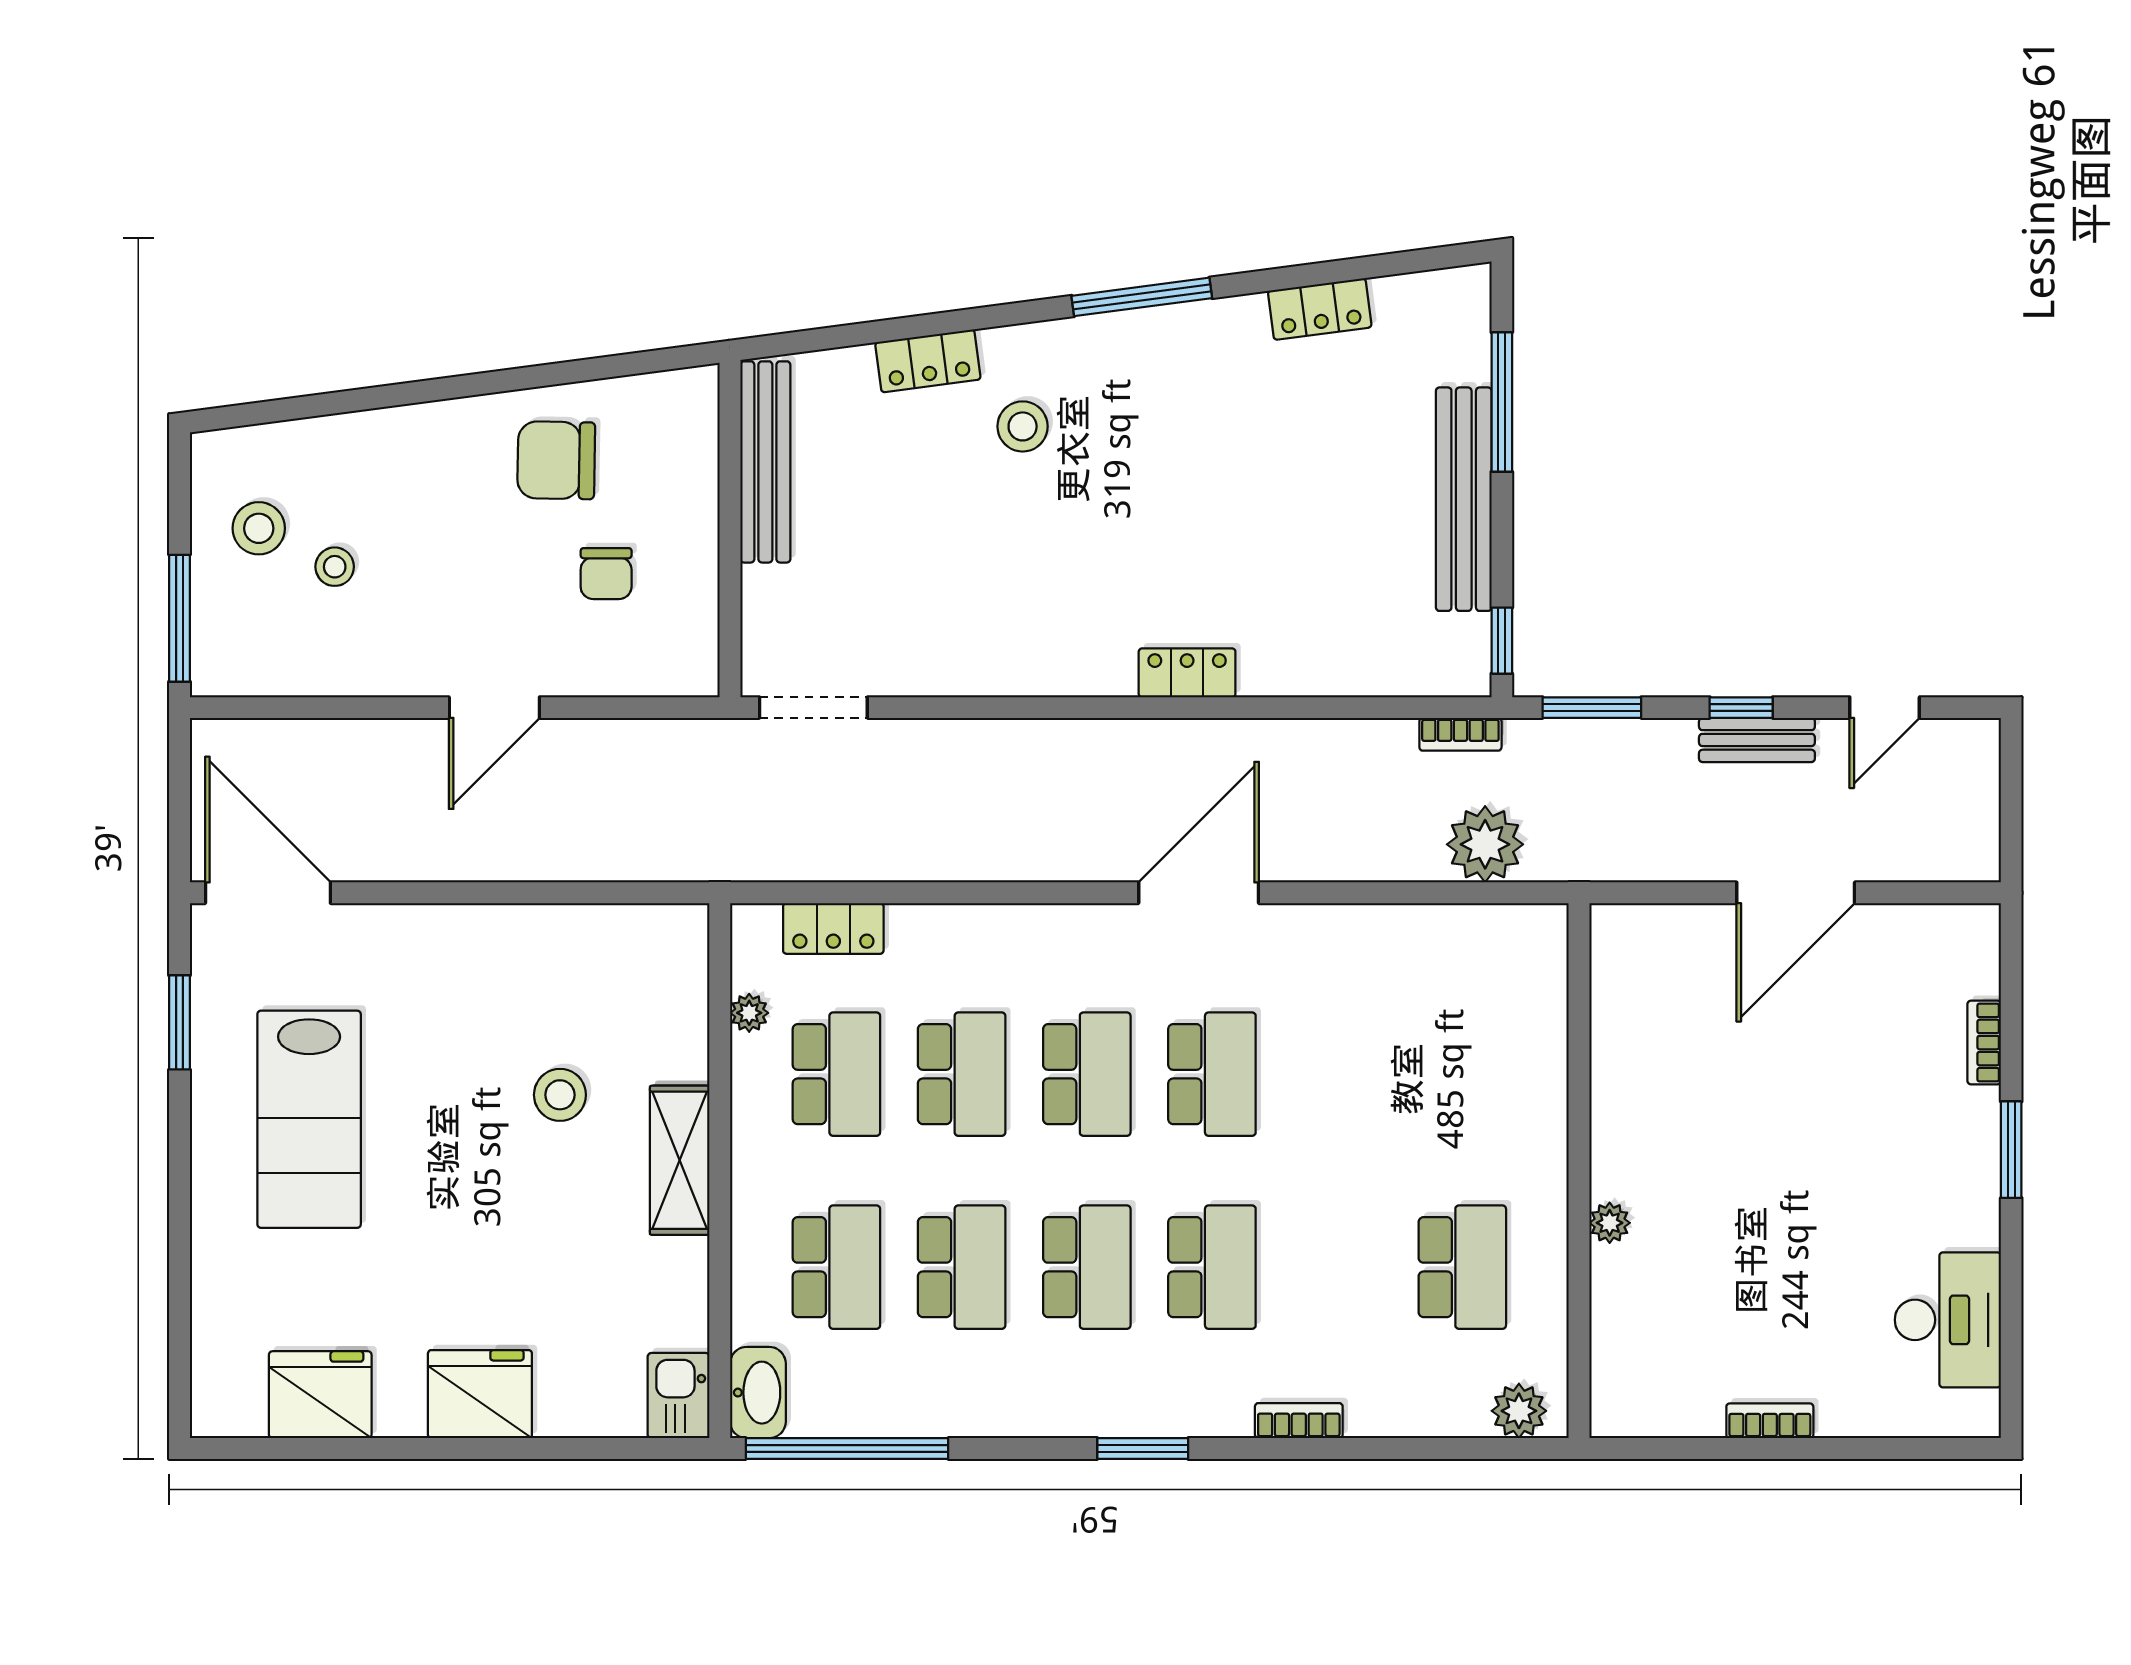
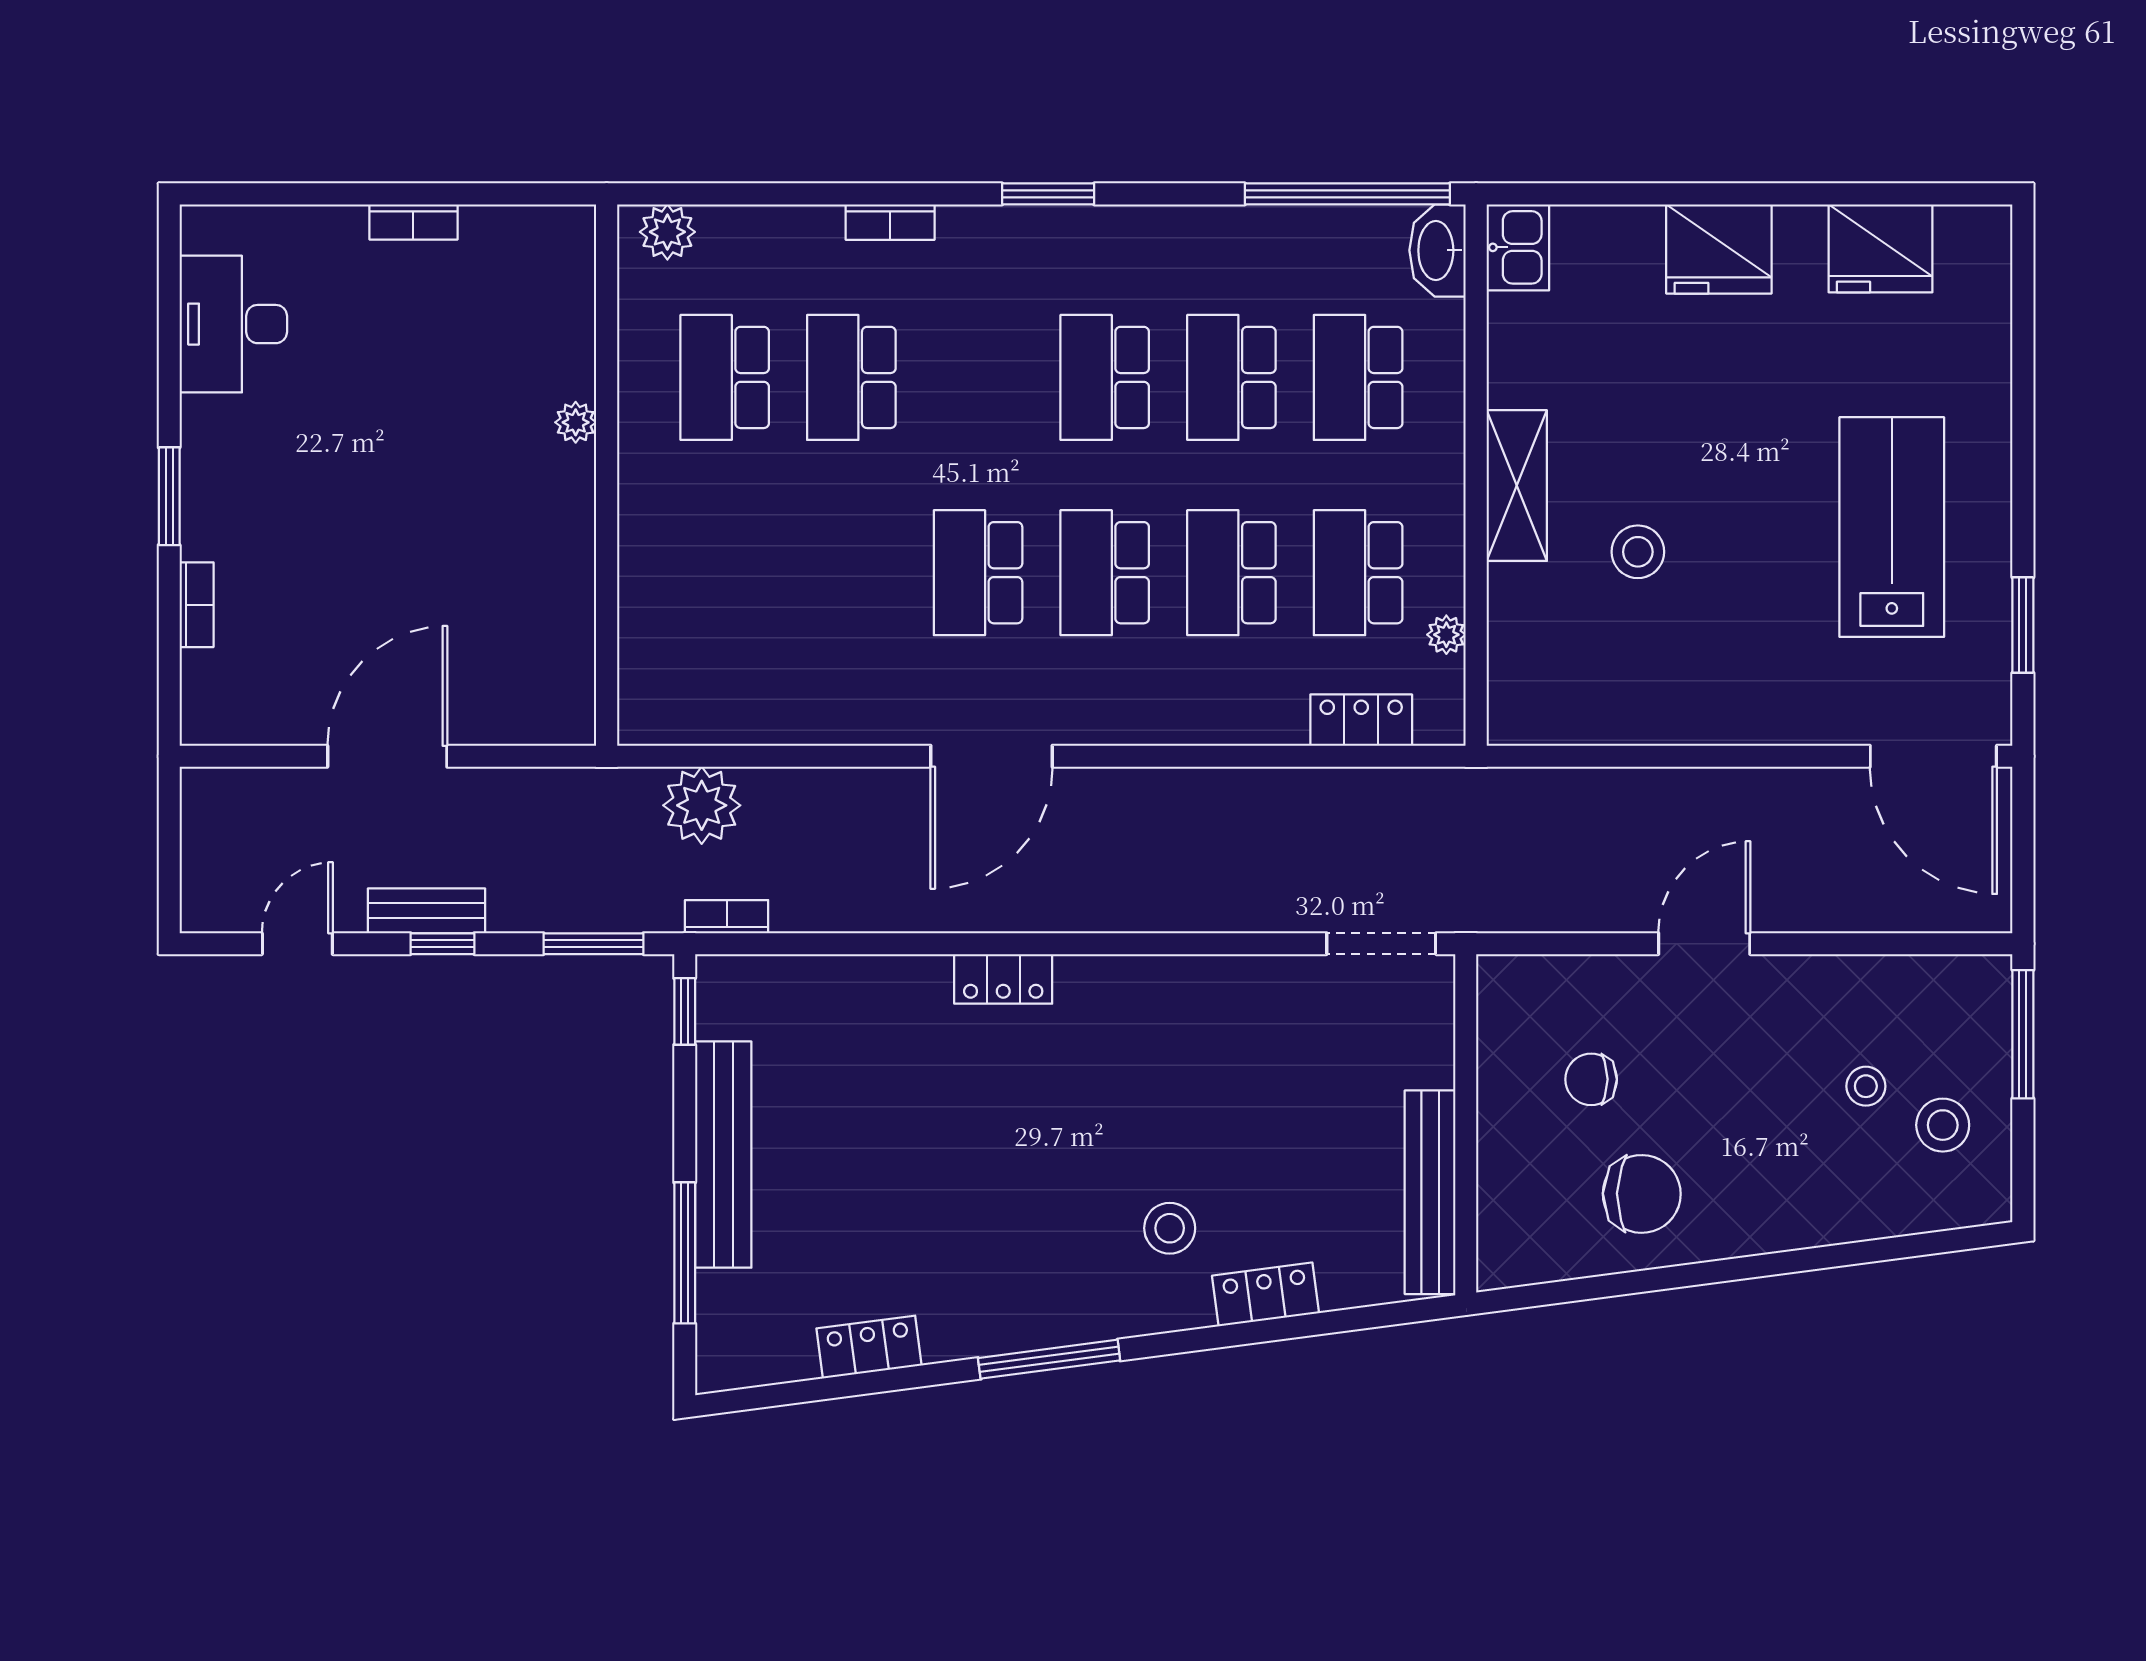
chair: (606, 574) -> (1591, 1079), turned -90
school desk: (1212, 1267) -> (851, 377), moved

